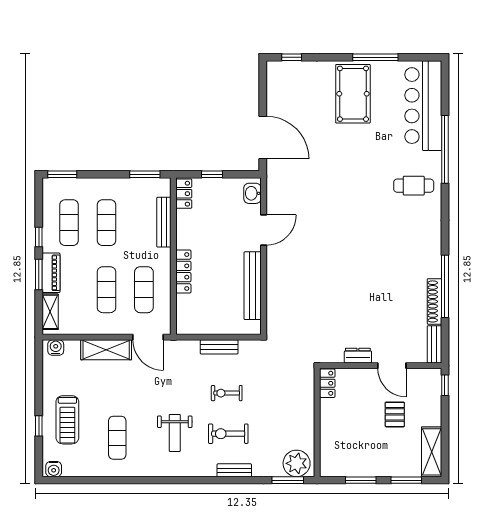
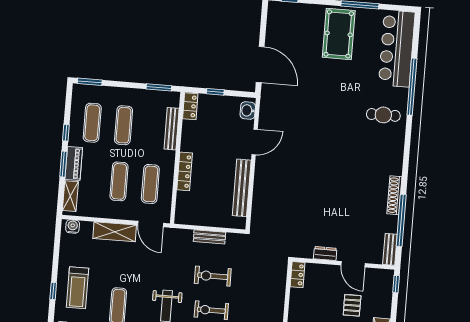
window: (445, 286) -> (401, 220), moved
shoe rack: (434, 301) -> (394, 195), moved
exercise bike: (227, 393) -> (213, 276), width x1.38, depth x1.39

